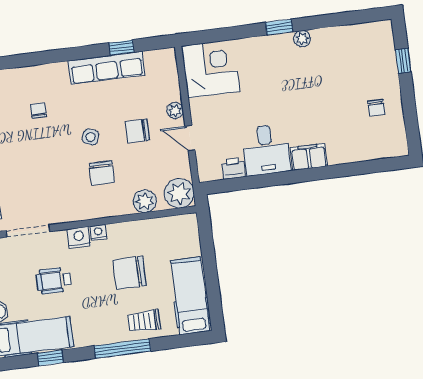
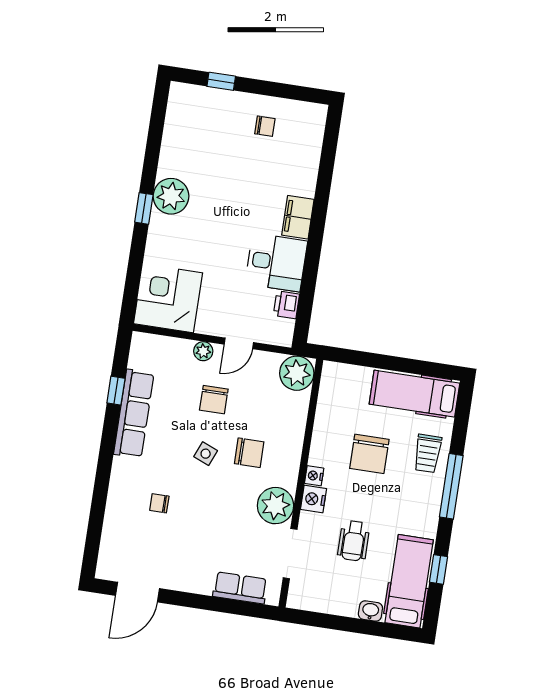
plant: (302, 39) -> (171, 196), width x1.88, depth x1.88
plant: (145, 201) -> (275, 506), moved, width x1.36, depth x1.36

